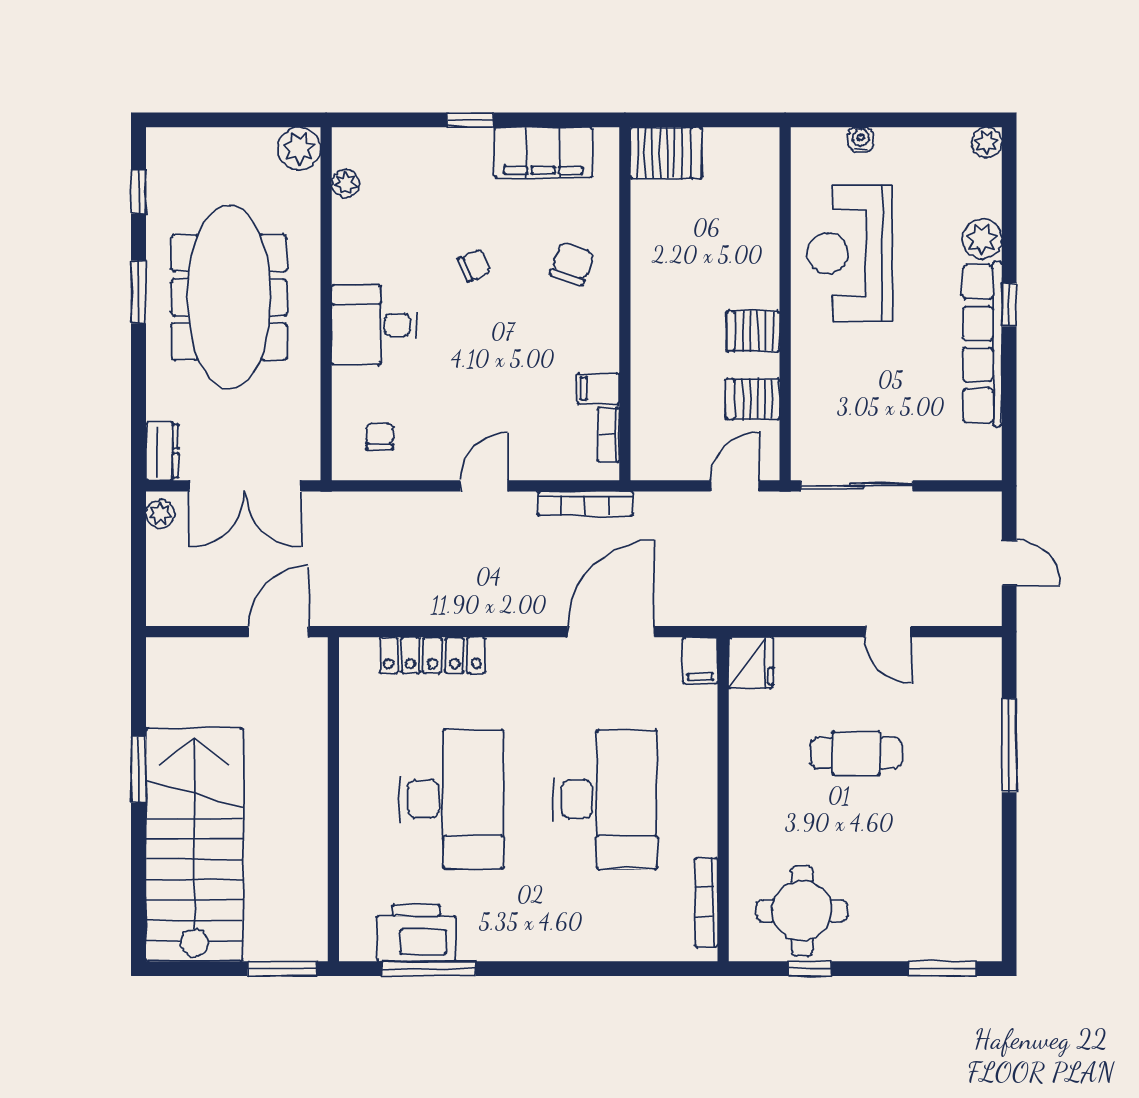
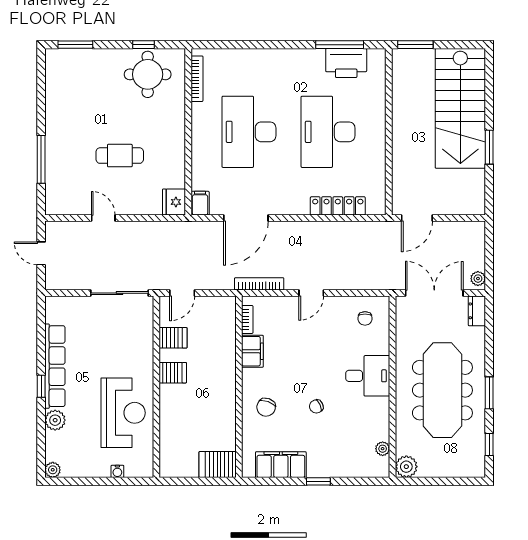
filing cabinet: (598, 389) -> (252, 351), width x2.00

